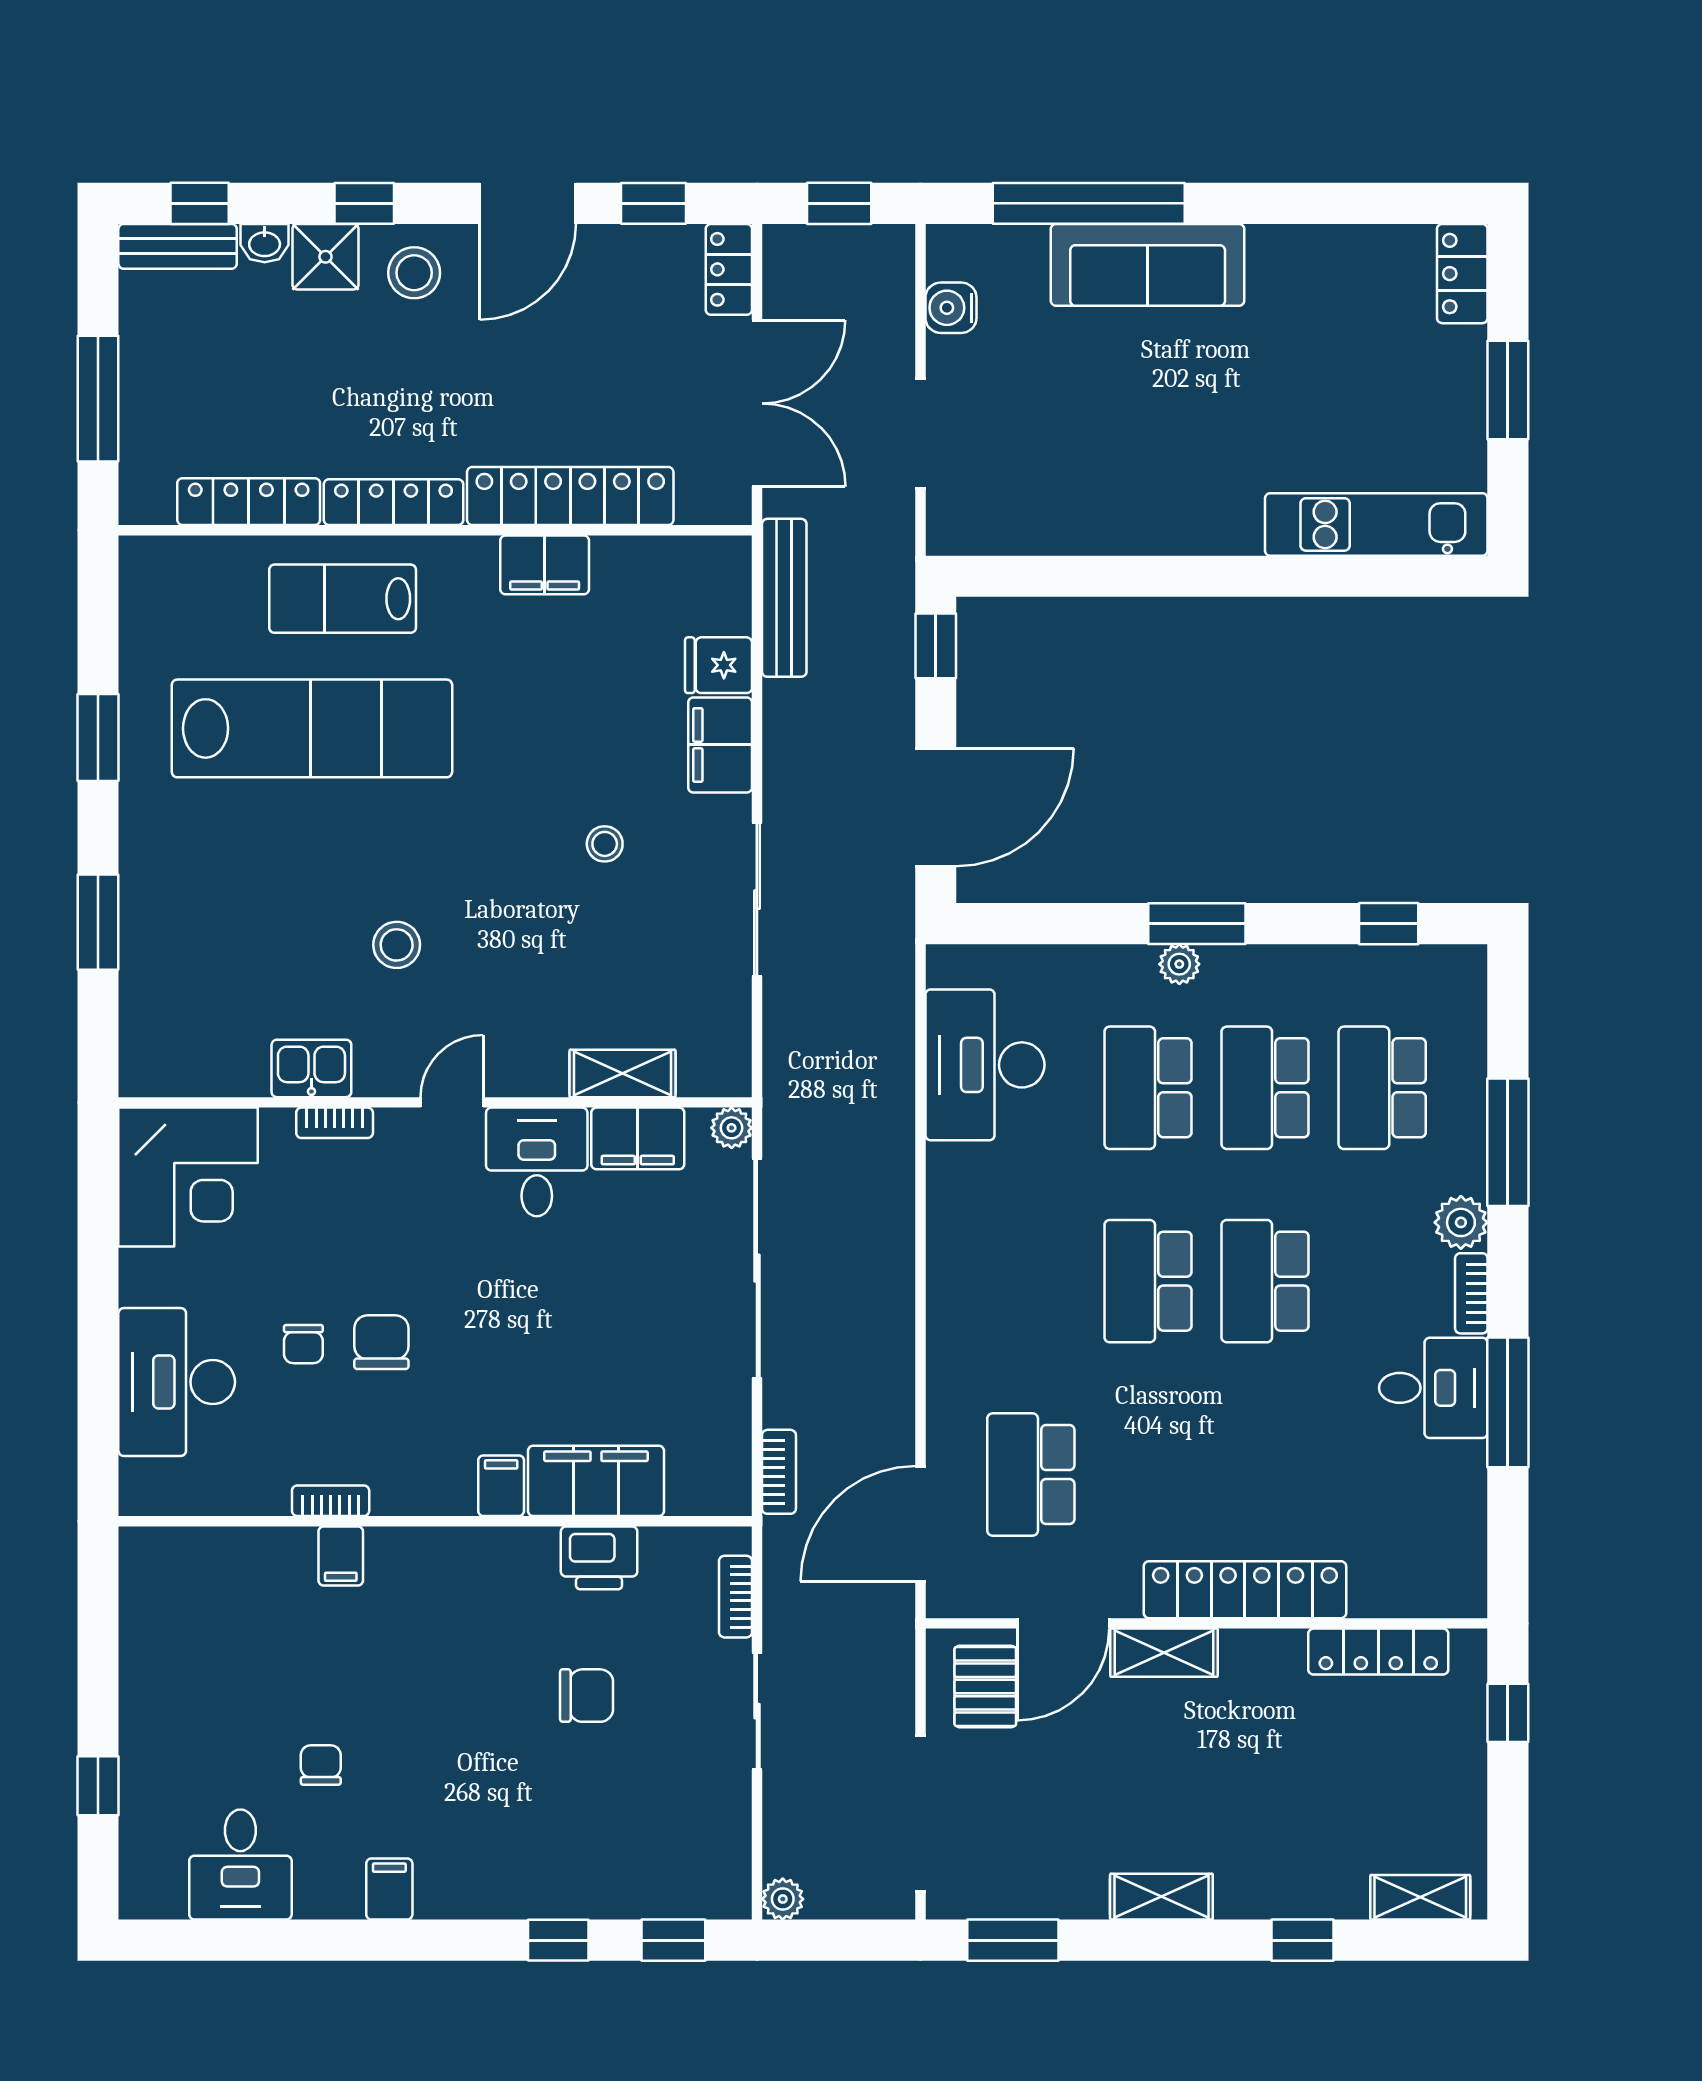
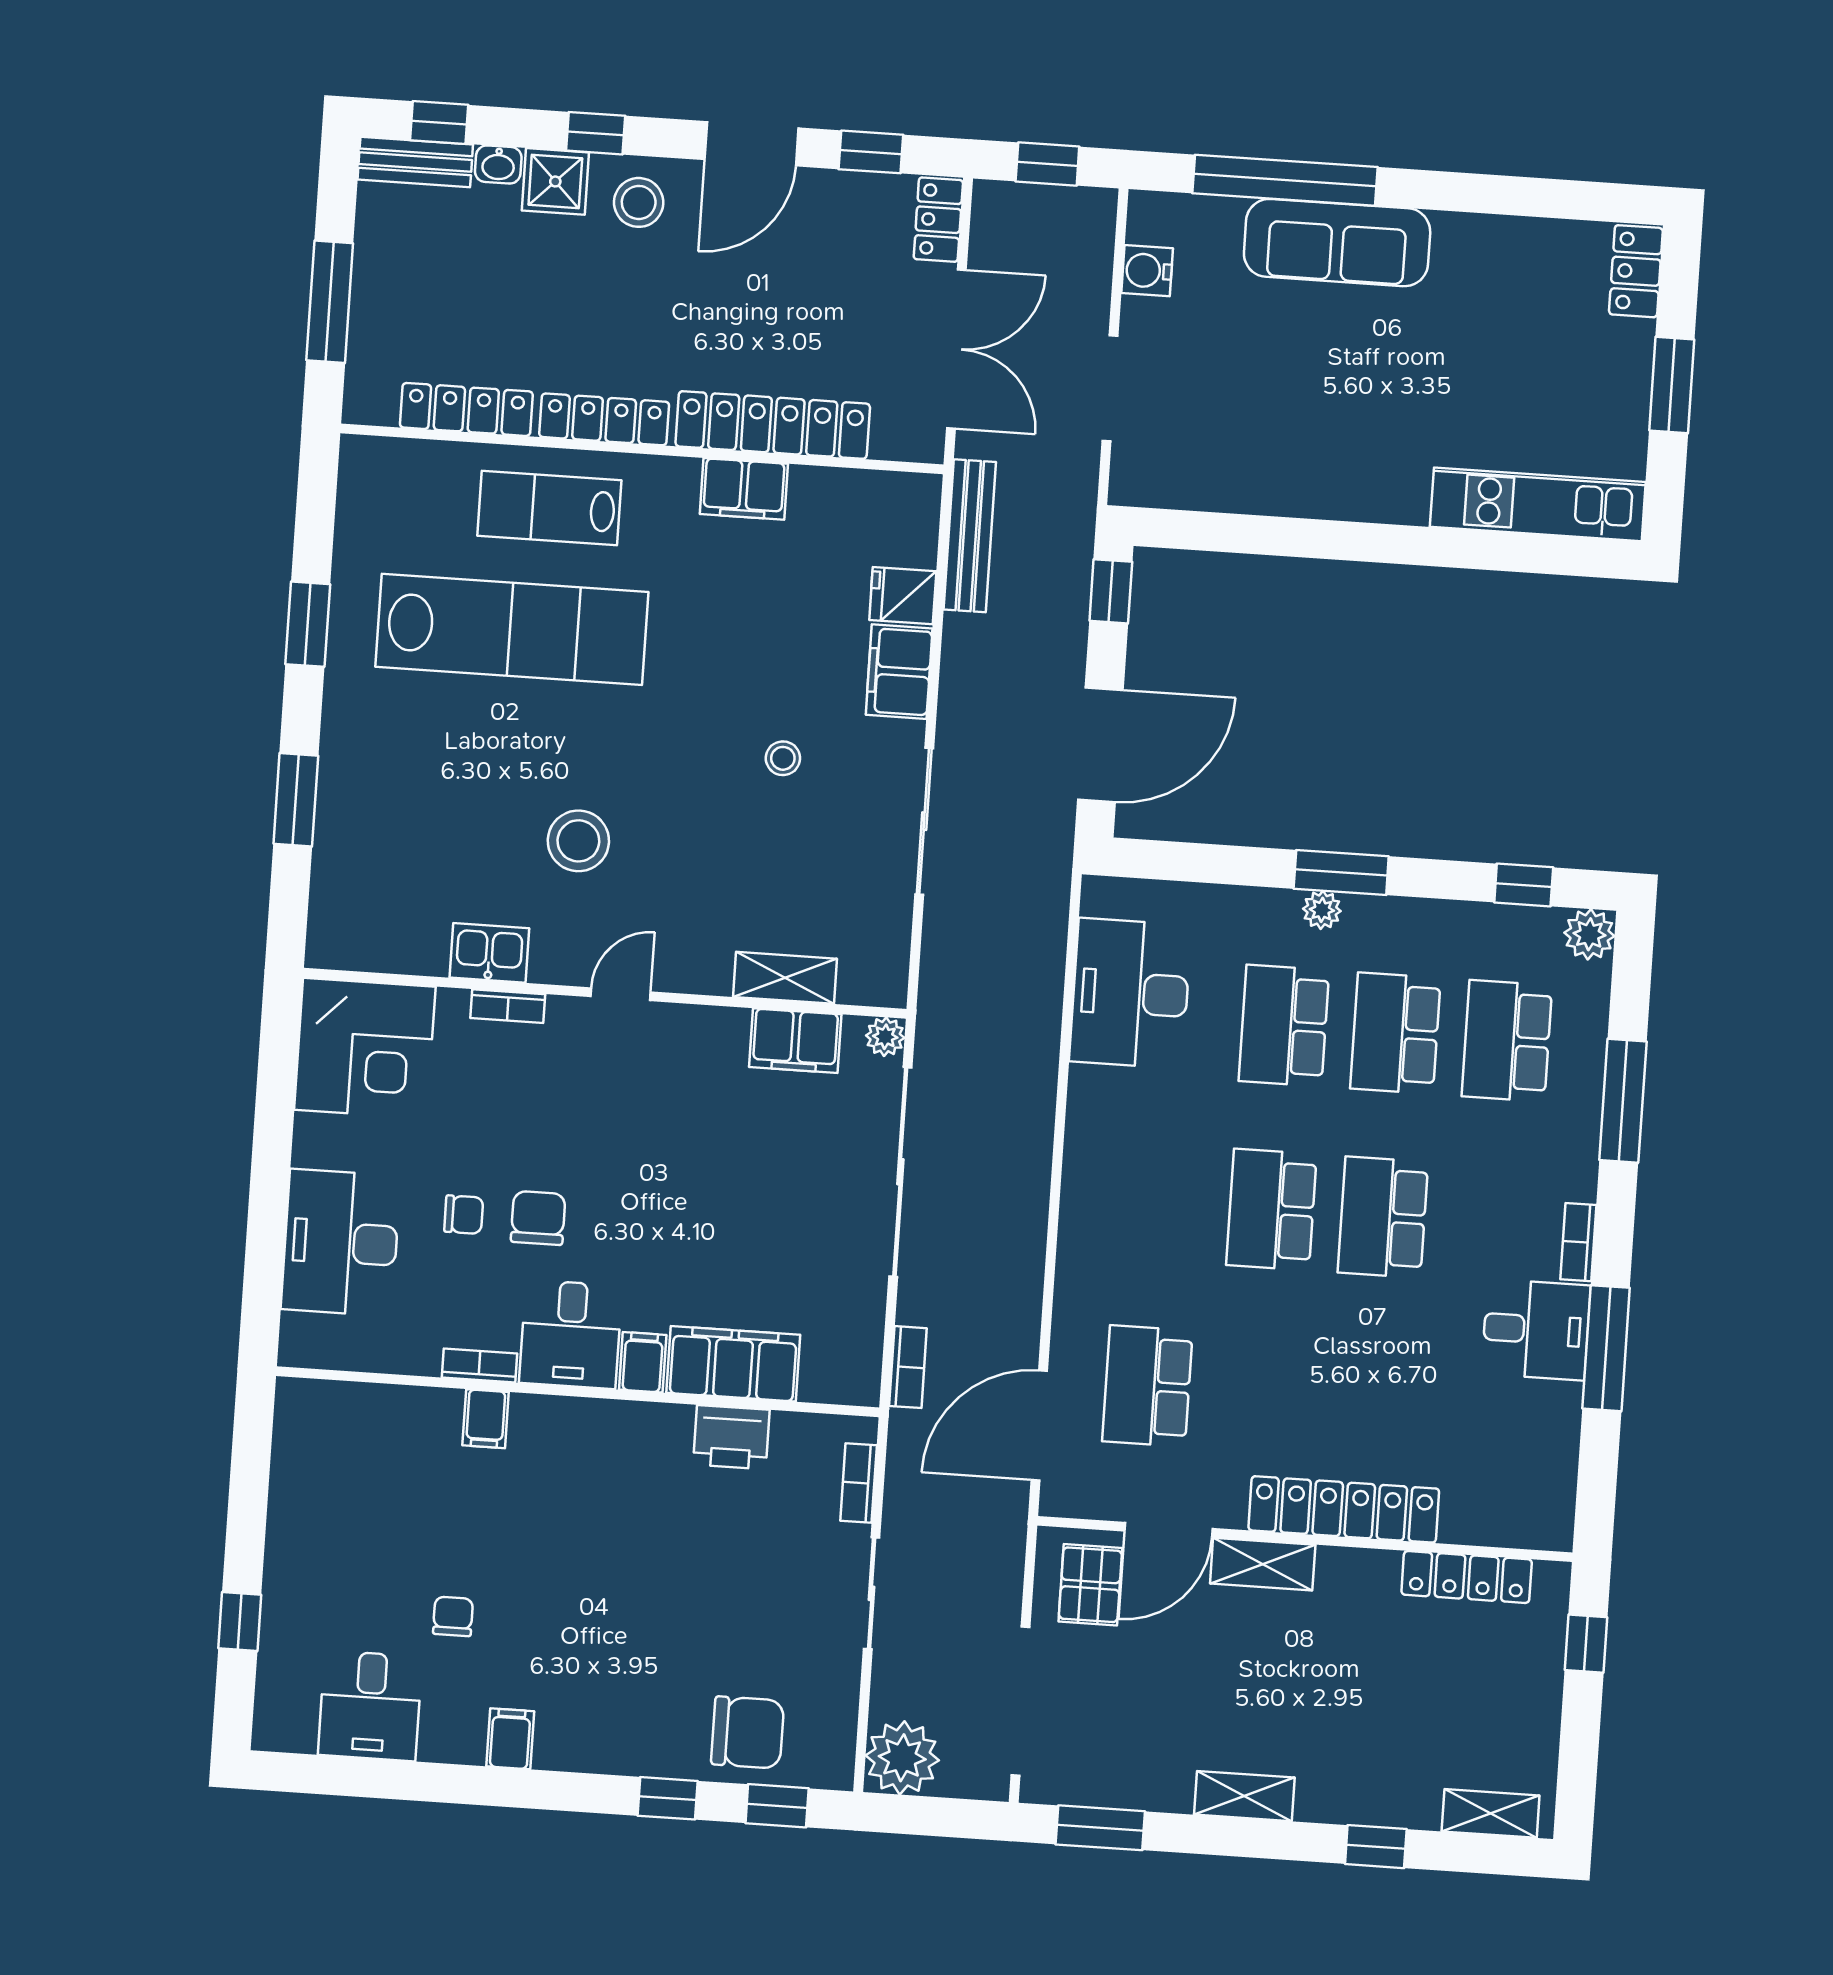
stool: (397, 945) -> (578, 841), width x1.38, depth x1.38
desk: (537, 1162) -> (571, 1334), moved, turned 180
plant: (1461, 1222) -> (1589, 934), moved
chair: (303, 1344) -> (464, 1215), turned -90
chair: (587, 1696) -> (748, 1732), moved, width x1.37, depth x1.37
plant: (783, 1899) -> (902, 1758), width x1.87, depth x1.87

